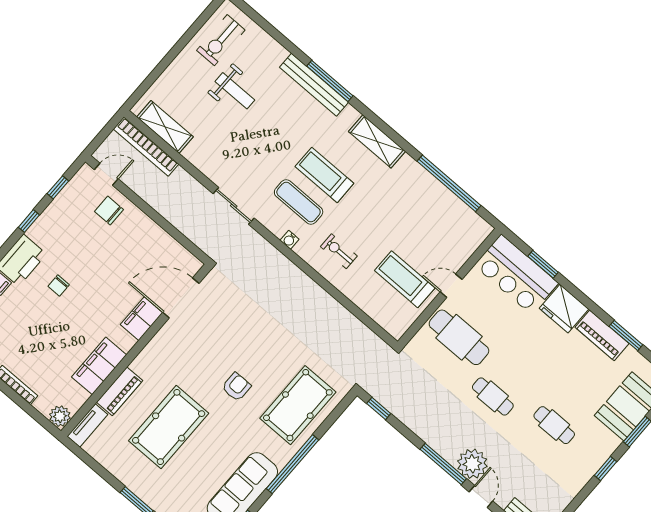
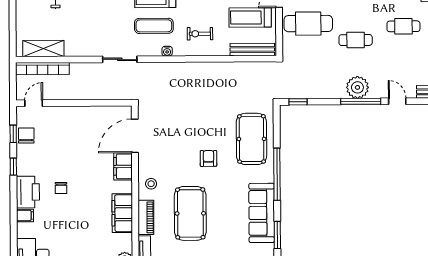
chair: (109, 211) -> (26, 136), moved, turned 90
bench: (378, 314) -> (252, 50), added
stool: (155, 362) -> (151, 184), added
plant: (472, 464) -> (357, 87), moved

